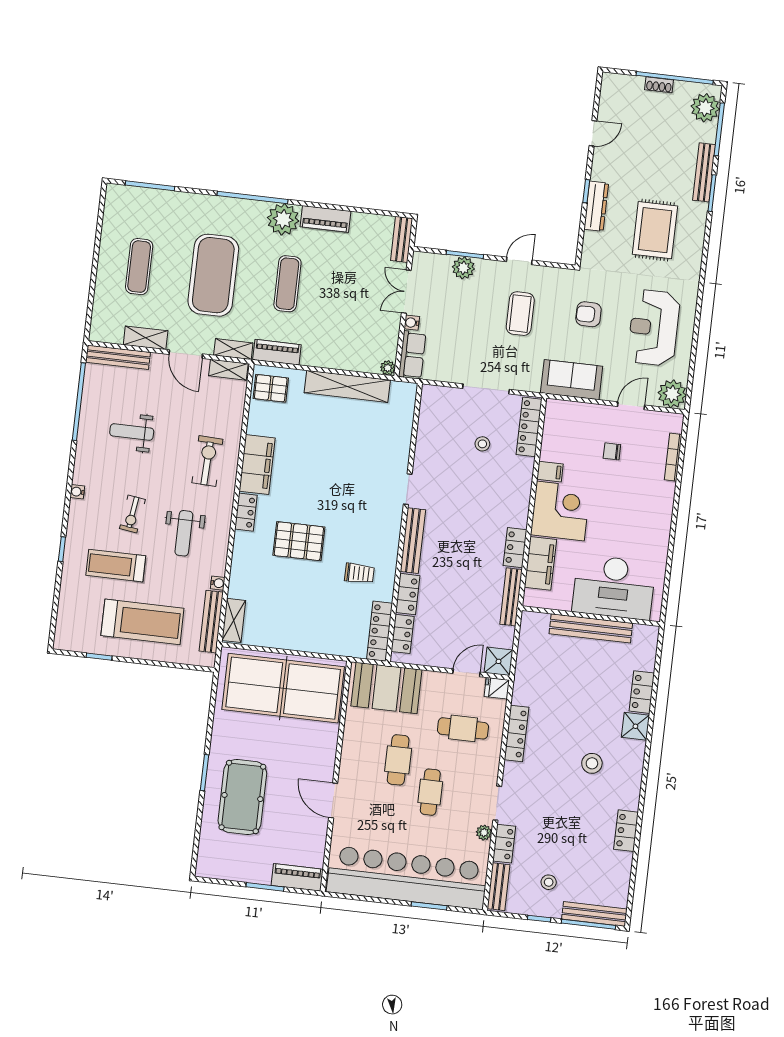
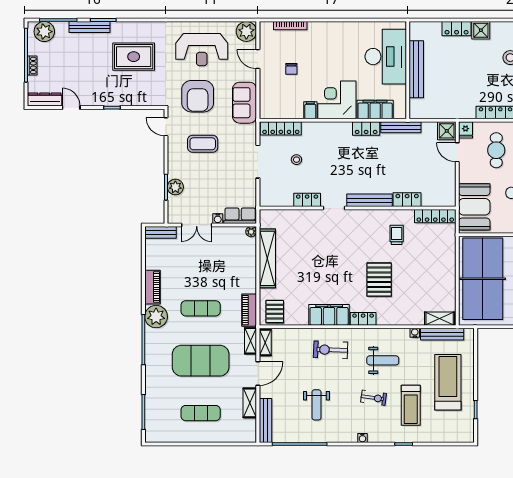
dresser: (596, 206) -> (45, 99), moved
door: (519, 261) -> (166, 127), moved
armchair: (588, 314) -> (198, 96), width x1.88, depth x1.88
locker: (403, 634) -> (307, 200), moved

